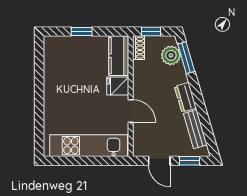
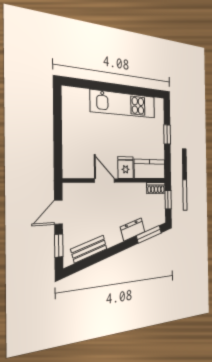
plant: (171, 55) -> (151, 219), removed
dresser: (185, 97) -> (133, 229), moved
door: (131, 111) -> (105, 181), swing flipped
kitchen unit: (89, 146) -> (123, 104), moved, turned 90

